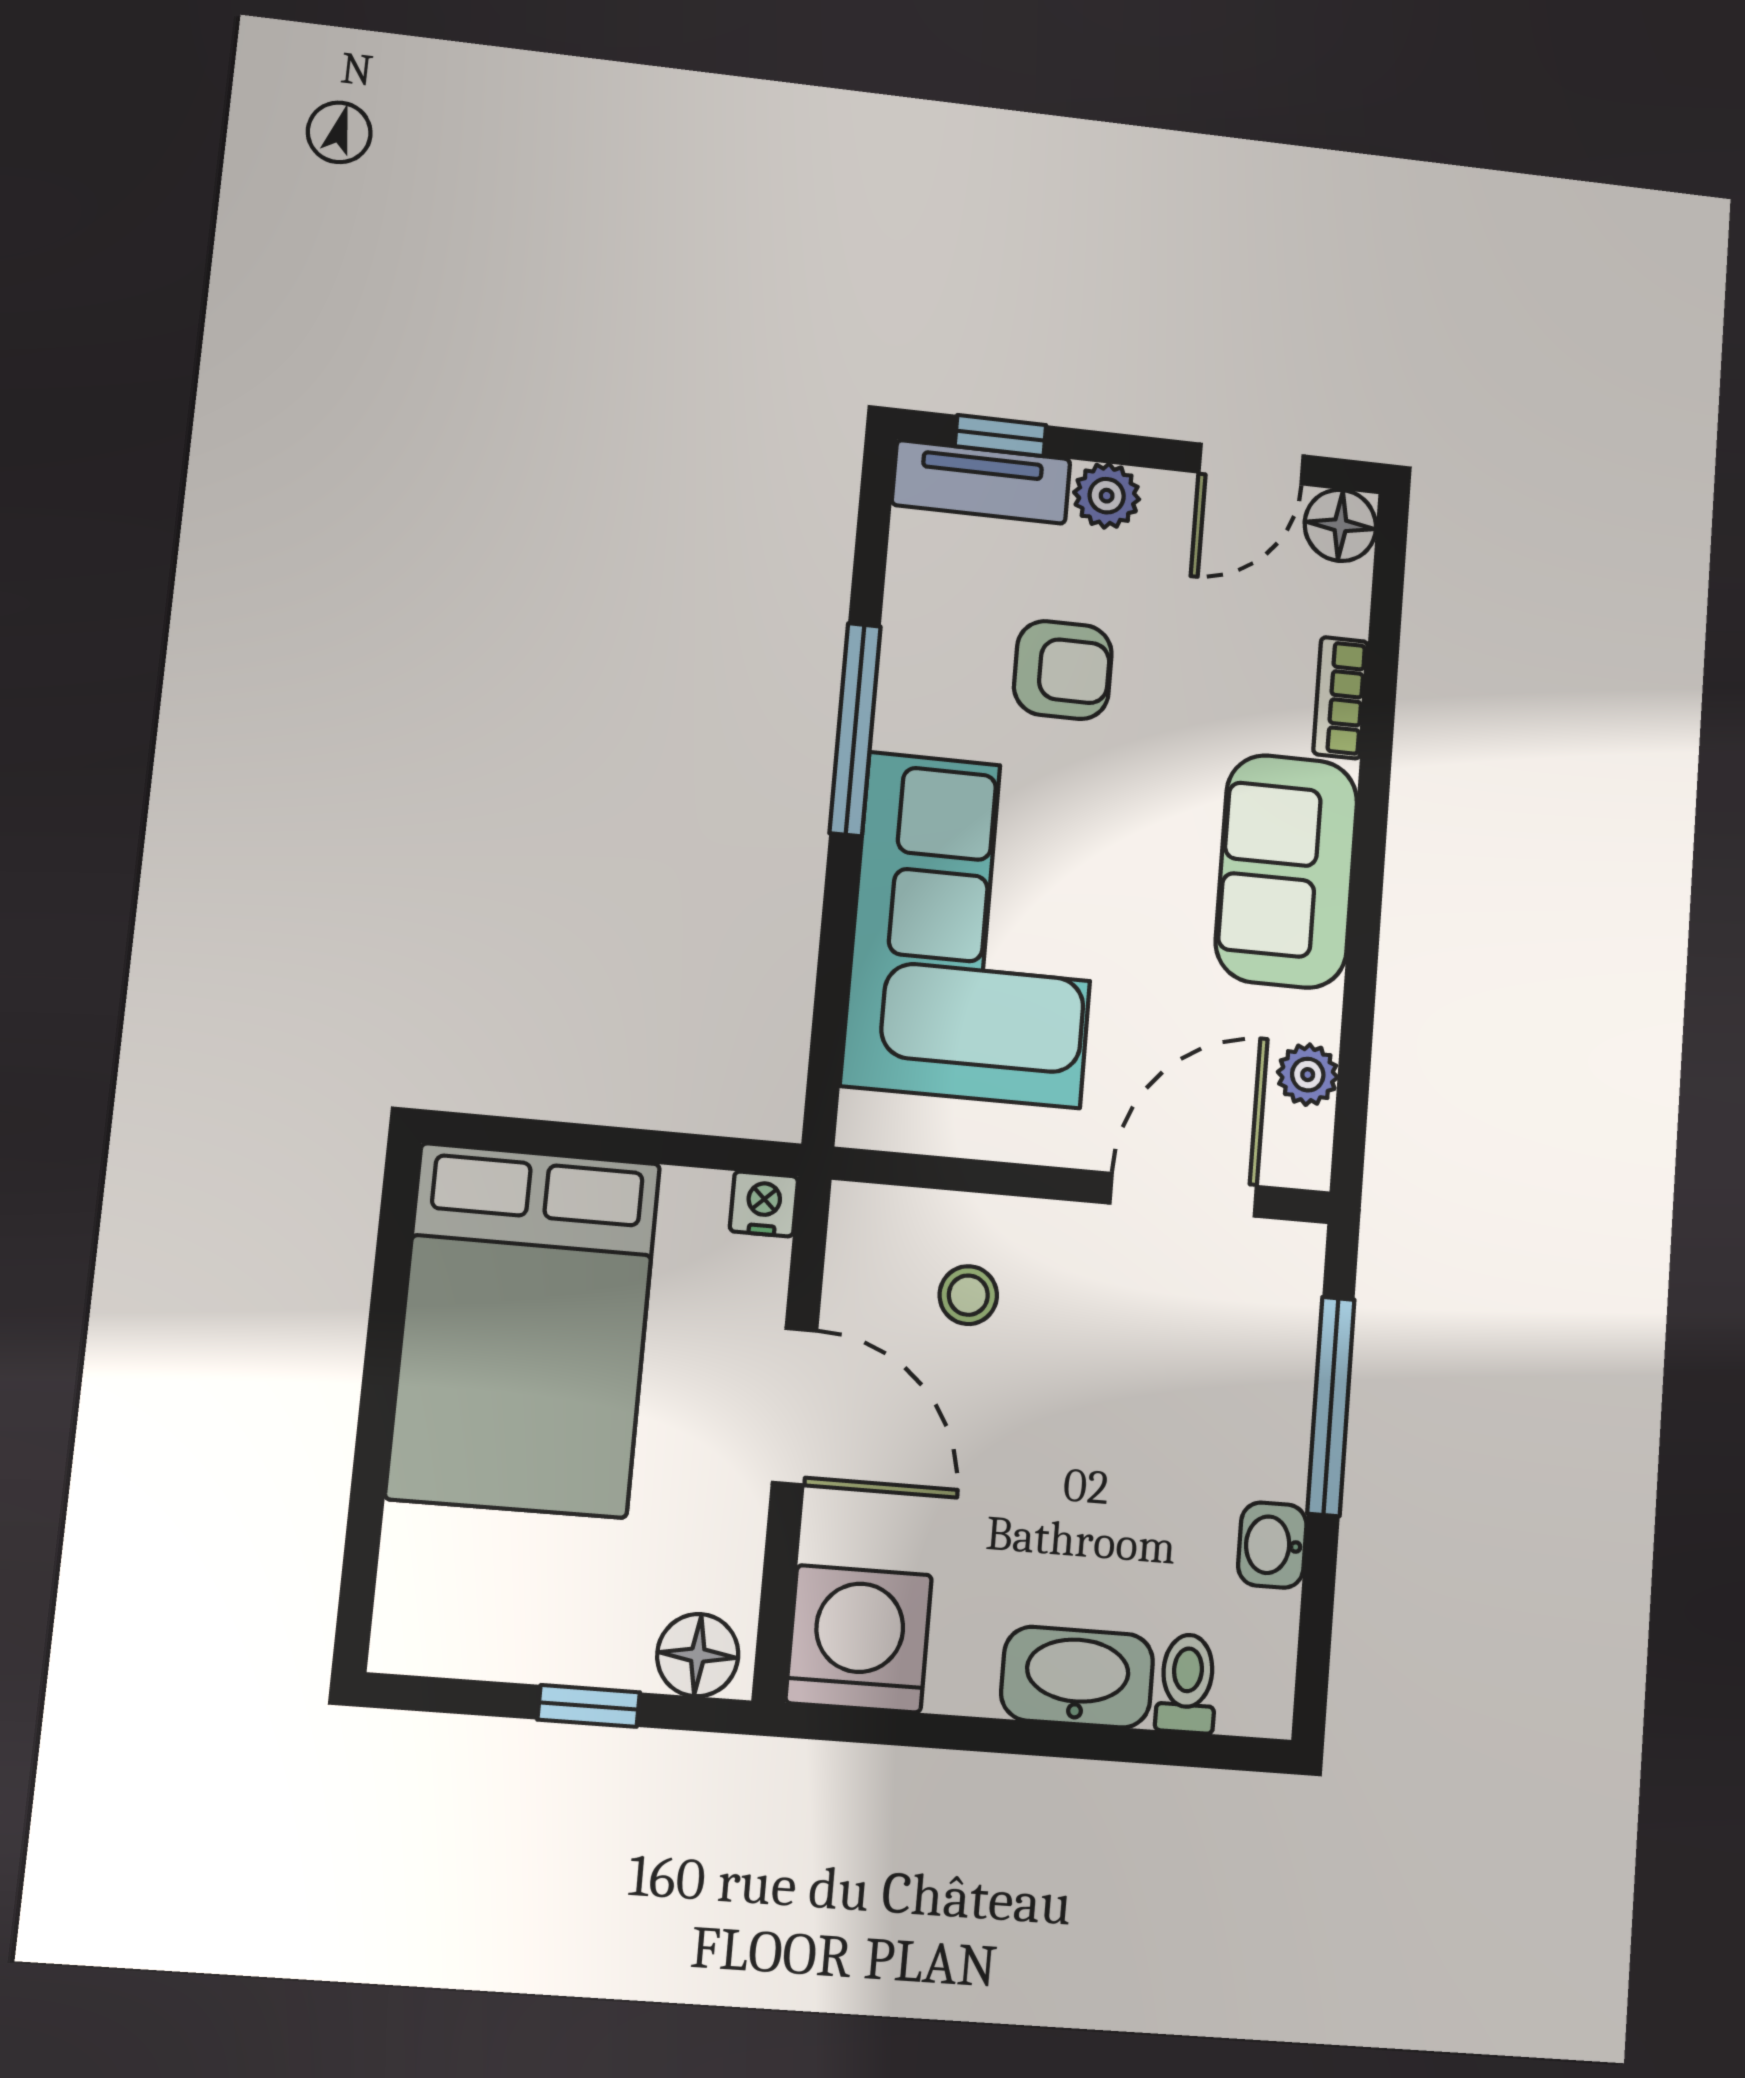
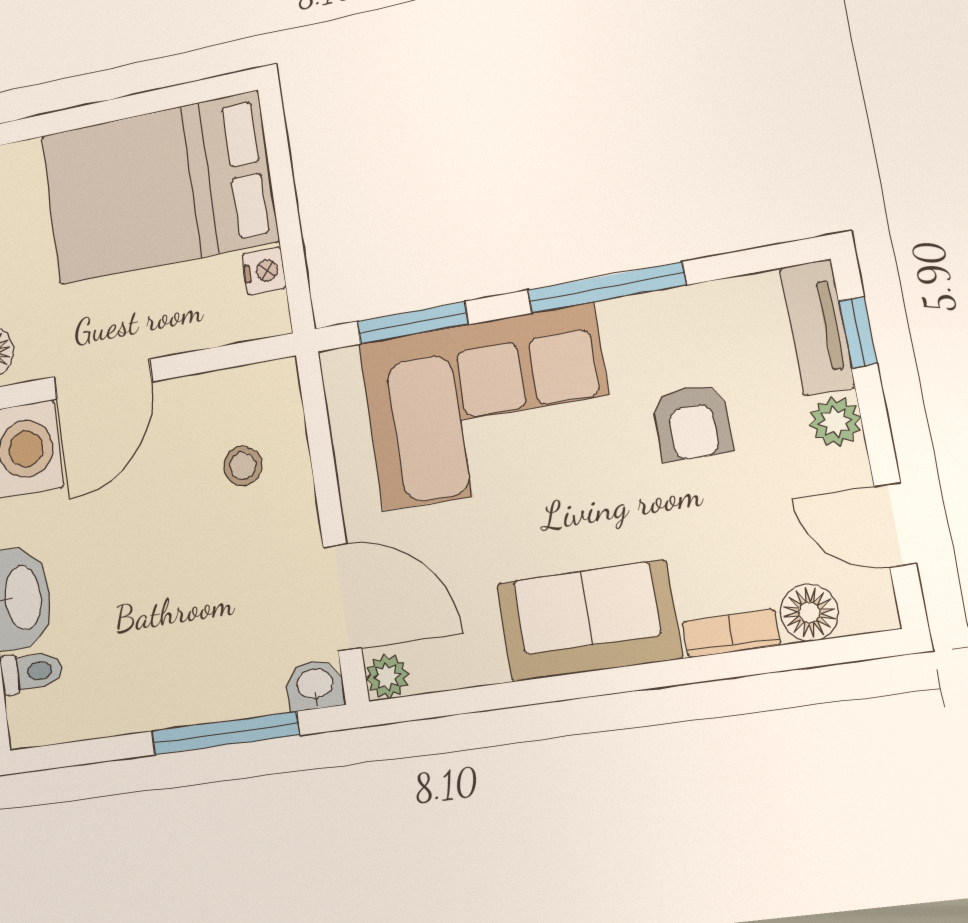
floor lamp: (1340, 525) -> (809, 612), moved
window: (831, 1003) -> (412, 323), added
plant: (1308, 1075) -> (387, 676), moved
nightstand: (764, 1204) -> (264, 271), moved
door: (794, 1406) -> (103, 379), moved
washbasin: (1272, 1545) -> (315, 685), moved

